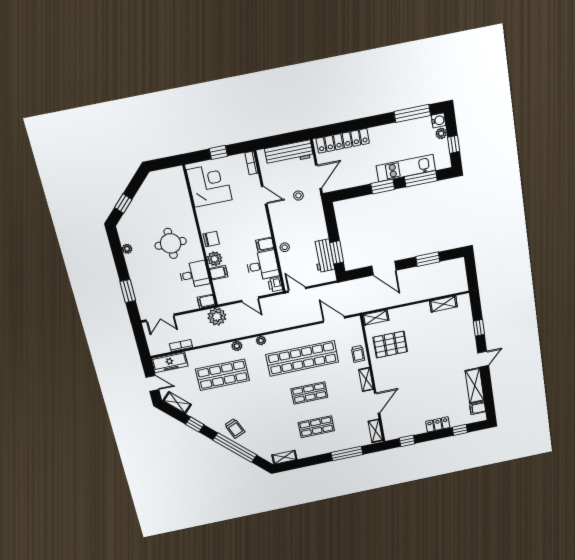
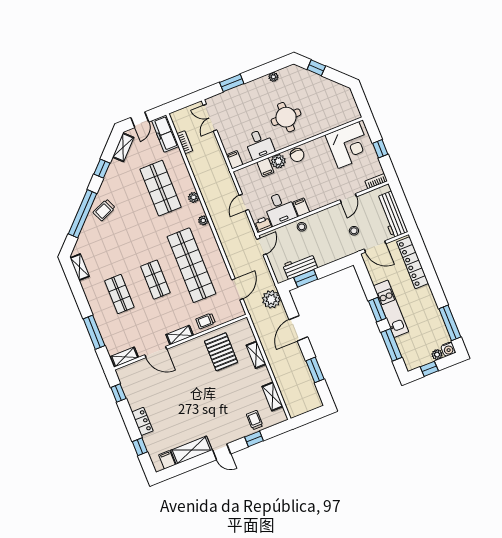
kitchen unit: (406, 168) -> (391, 309), moved
plant: (217, 317) -> (271, 299), moved
shelving: (376, 318) -> (256, 355), moved
trolley: (462, 324) -> (255, 420), added

